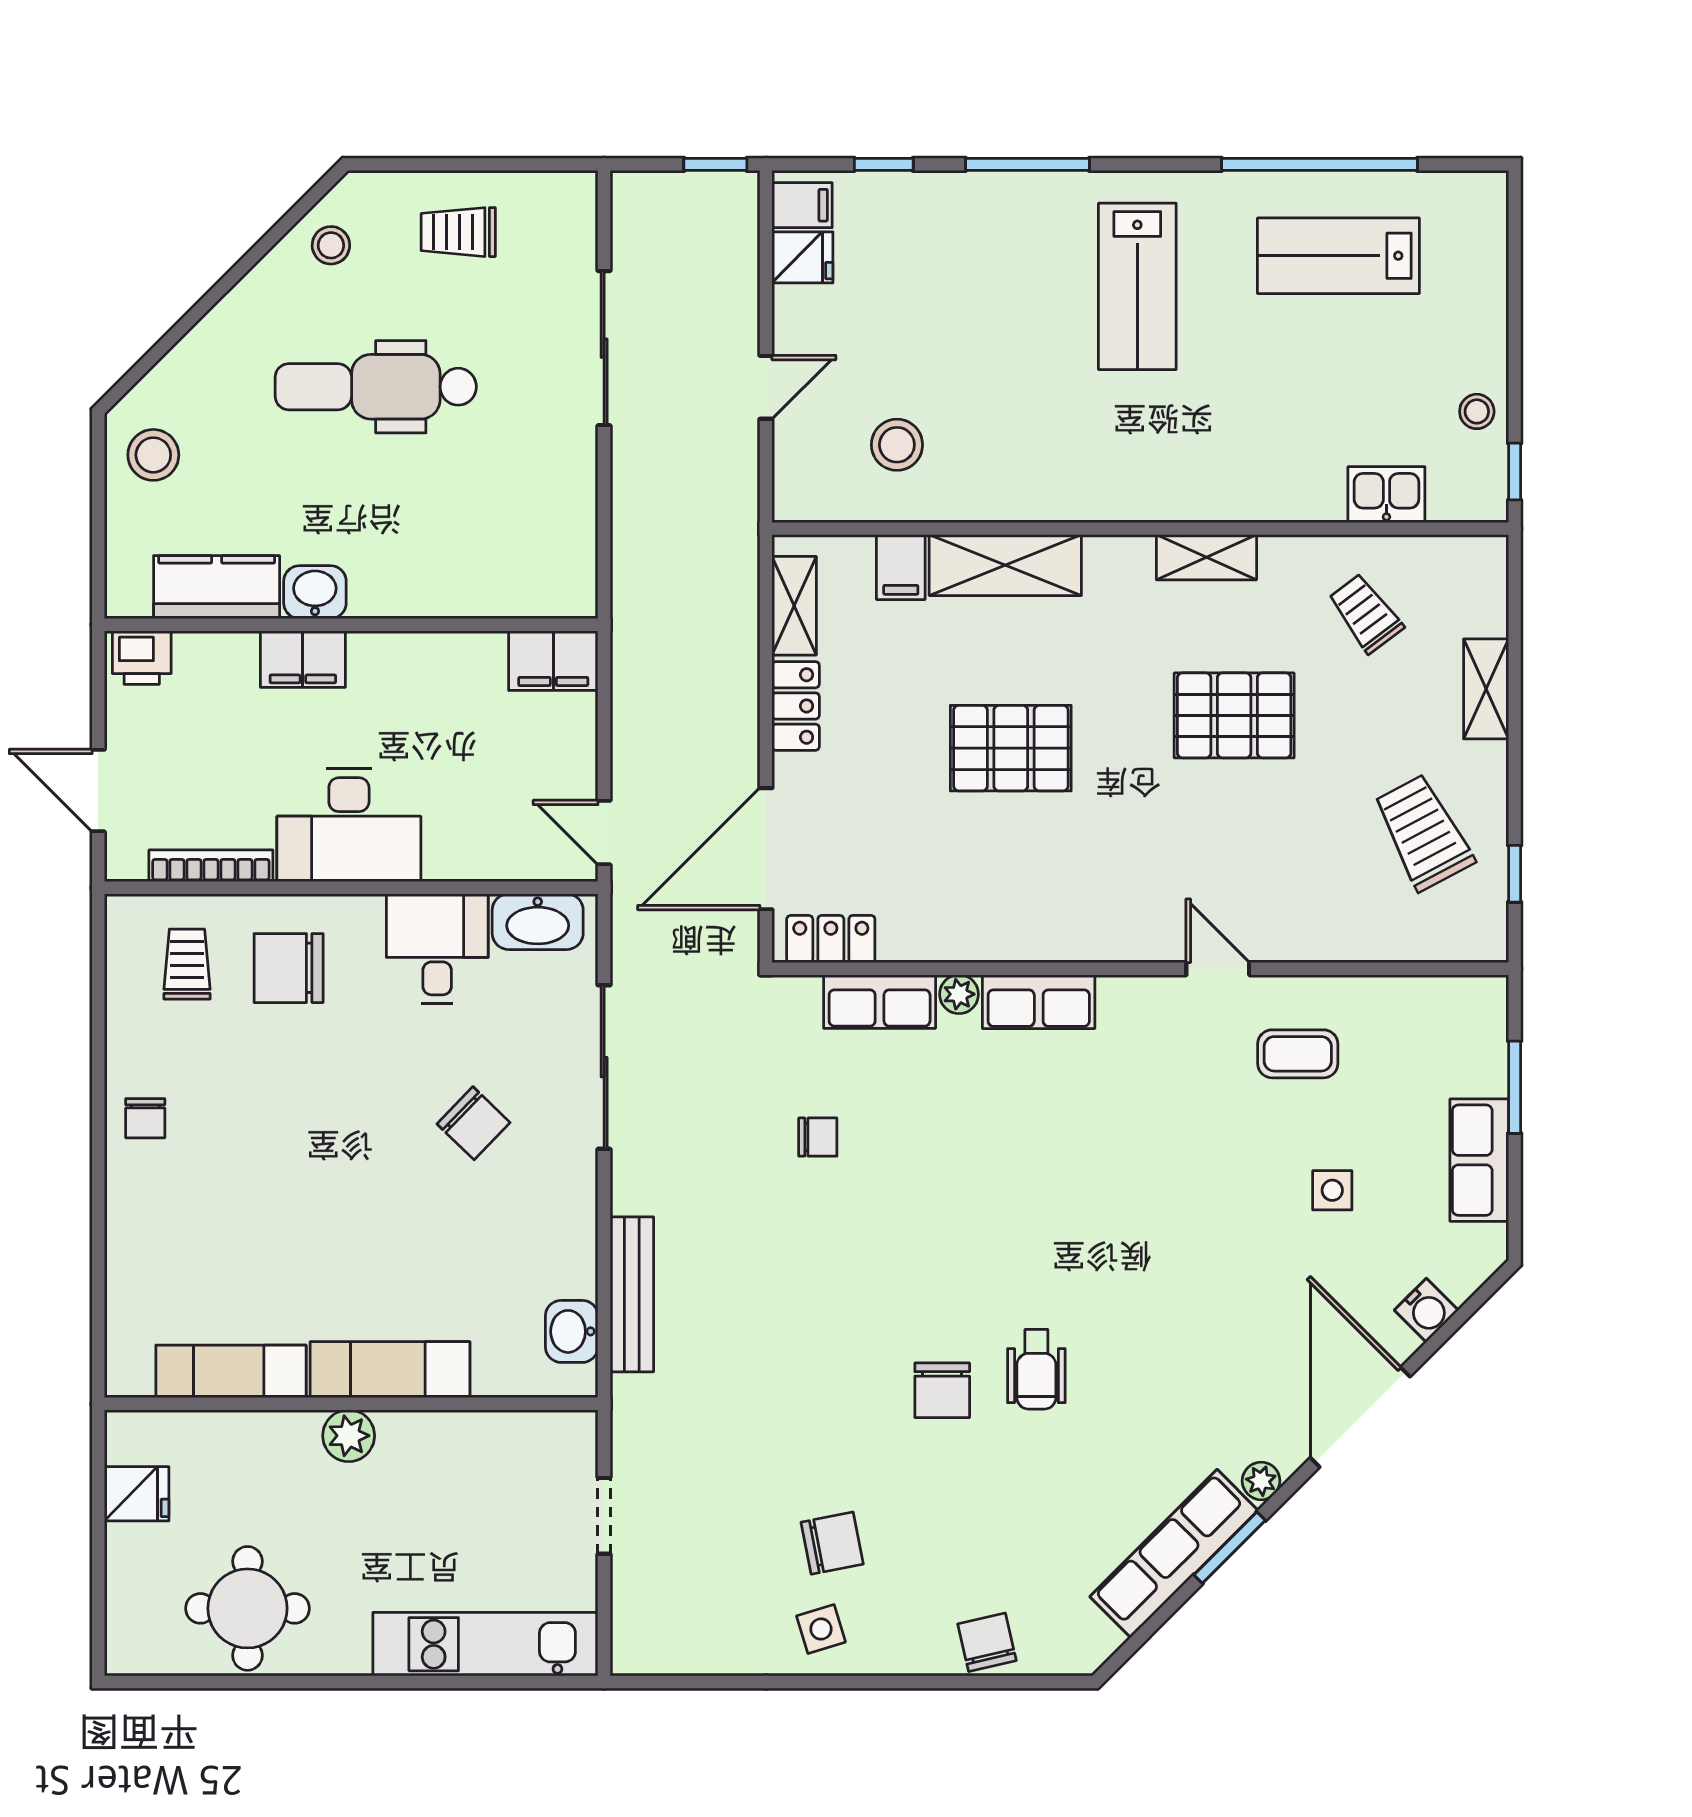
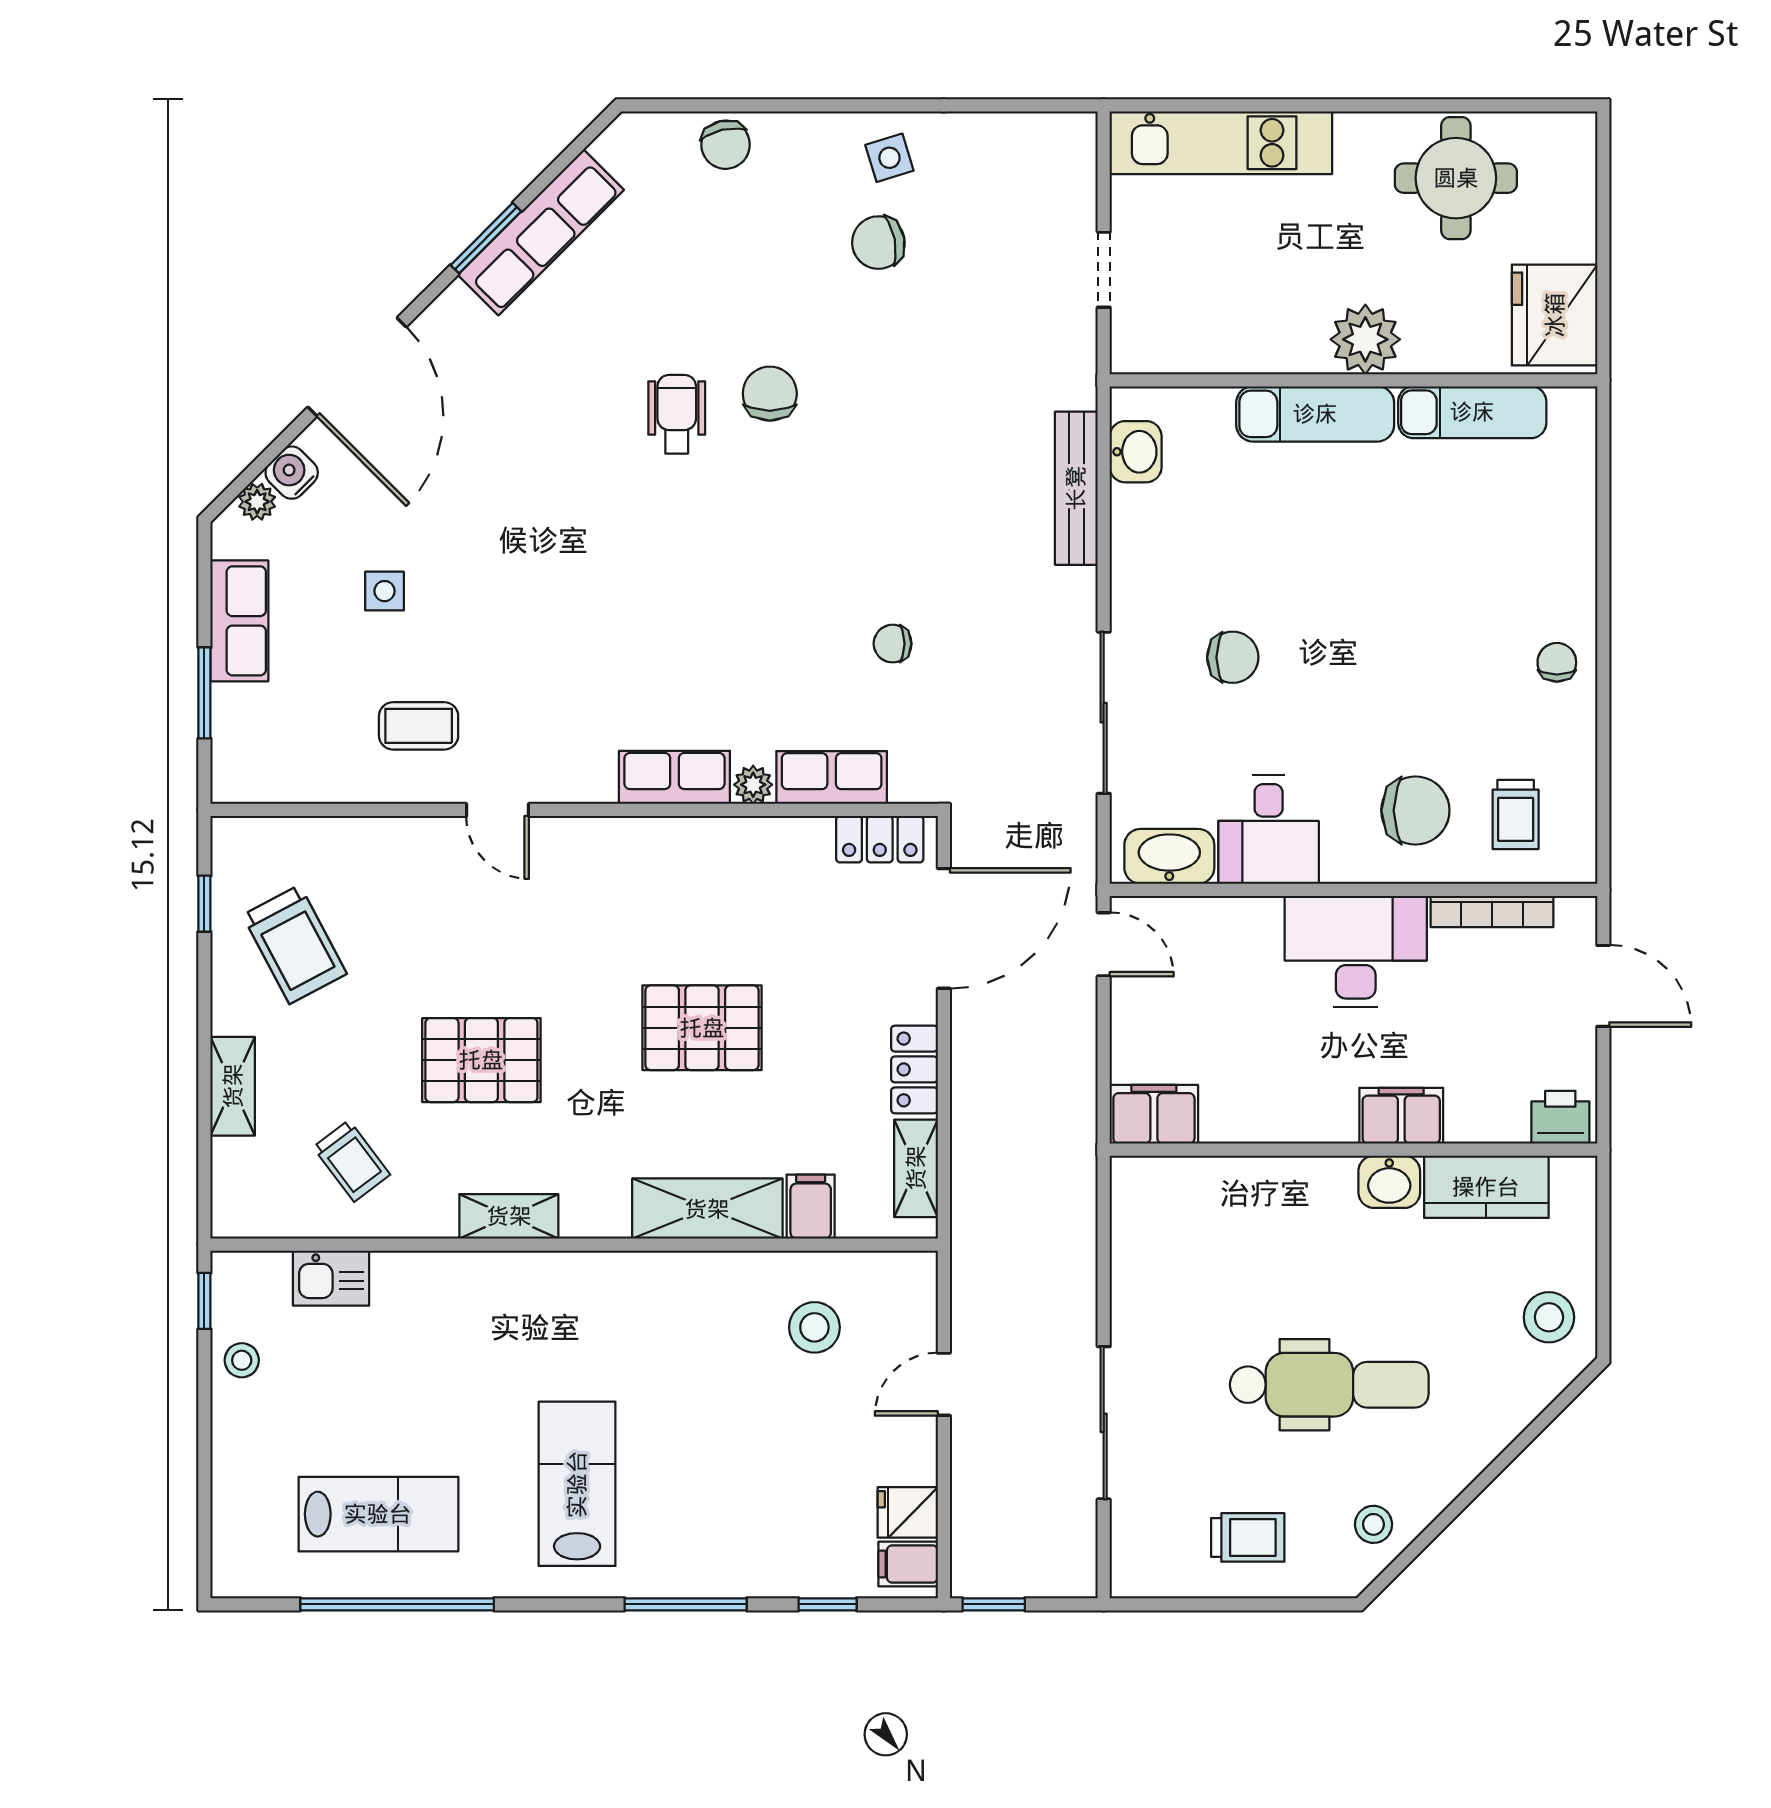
chair: (473, 1123) -> (1233, 657), turned 136
plant: (349, 1436) -> (1365, 339), width x1.36, depth x1.36
plant: (1261, 1481) -> (257, 502), moved
fridge: (137, 1494) -> (1555, 315), width x1.88, depth x1.34

